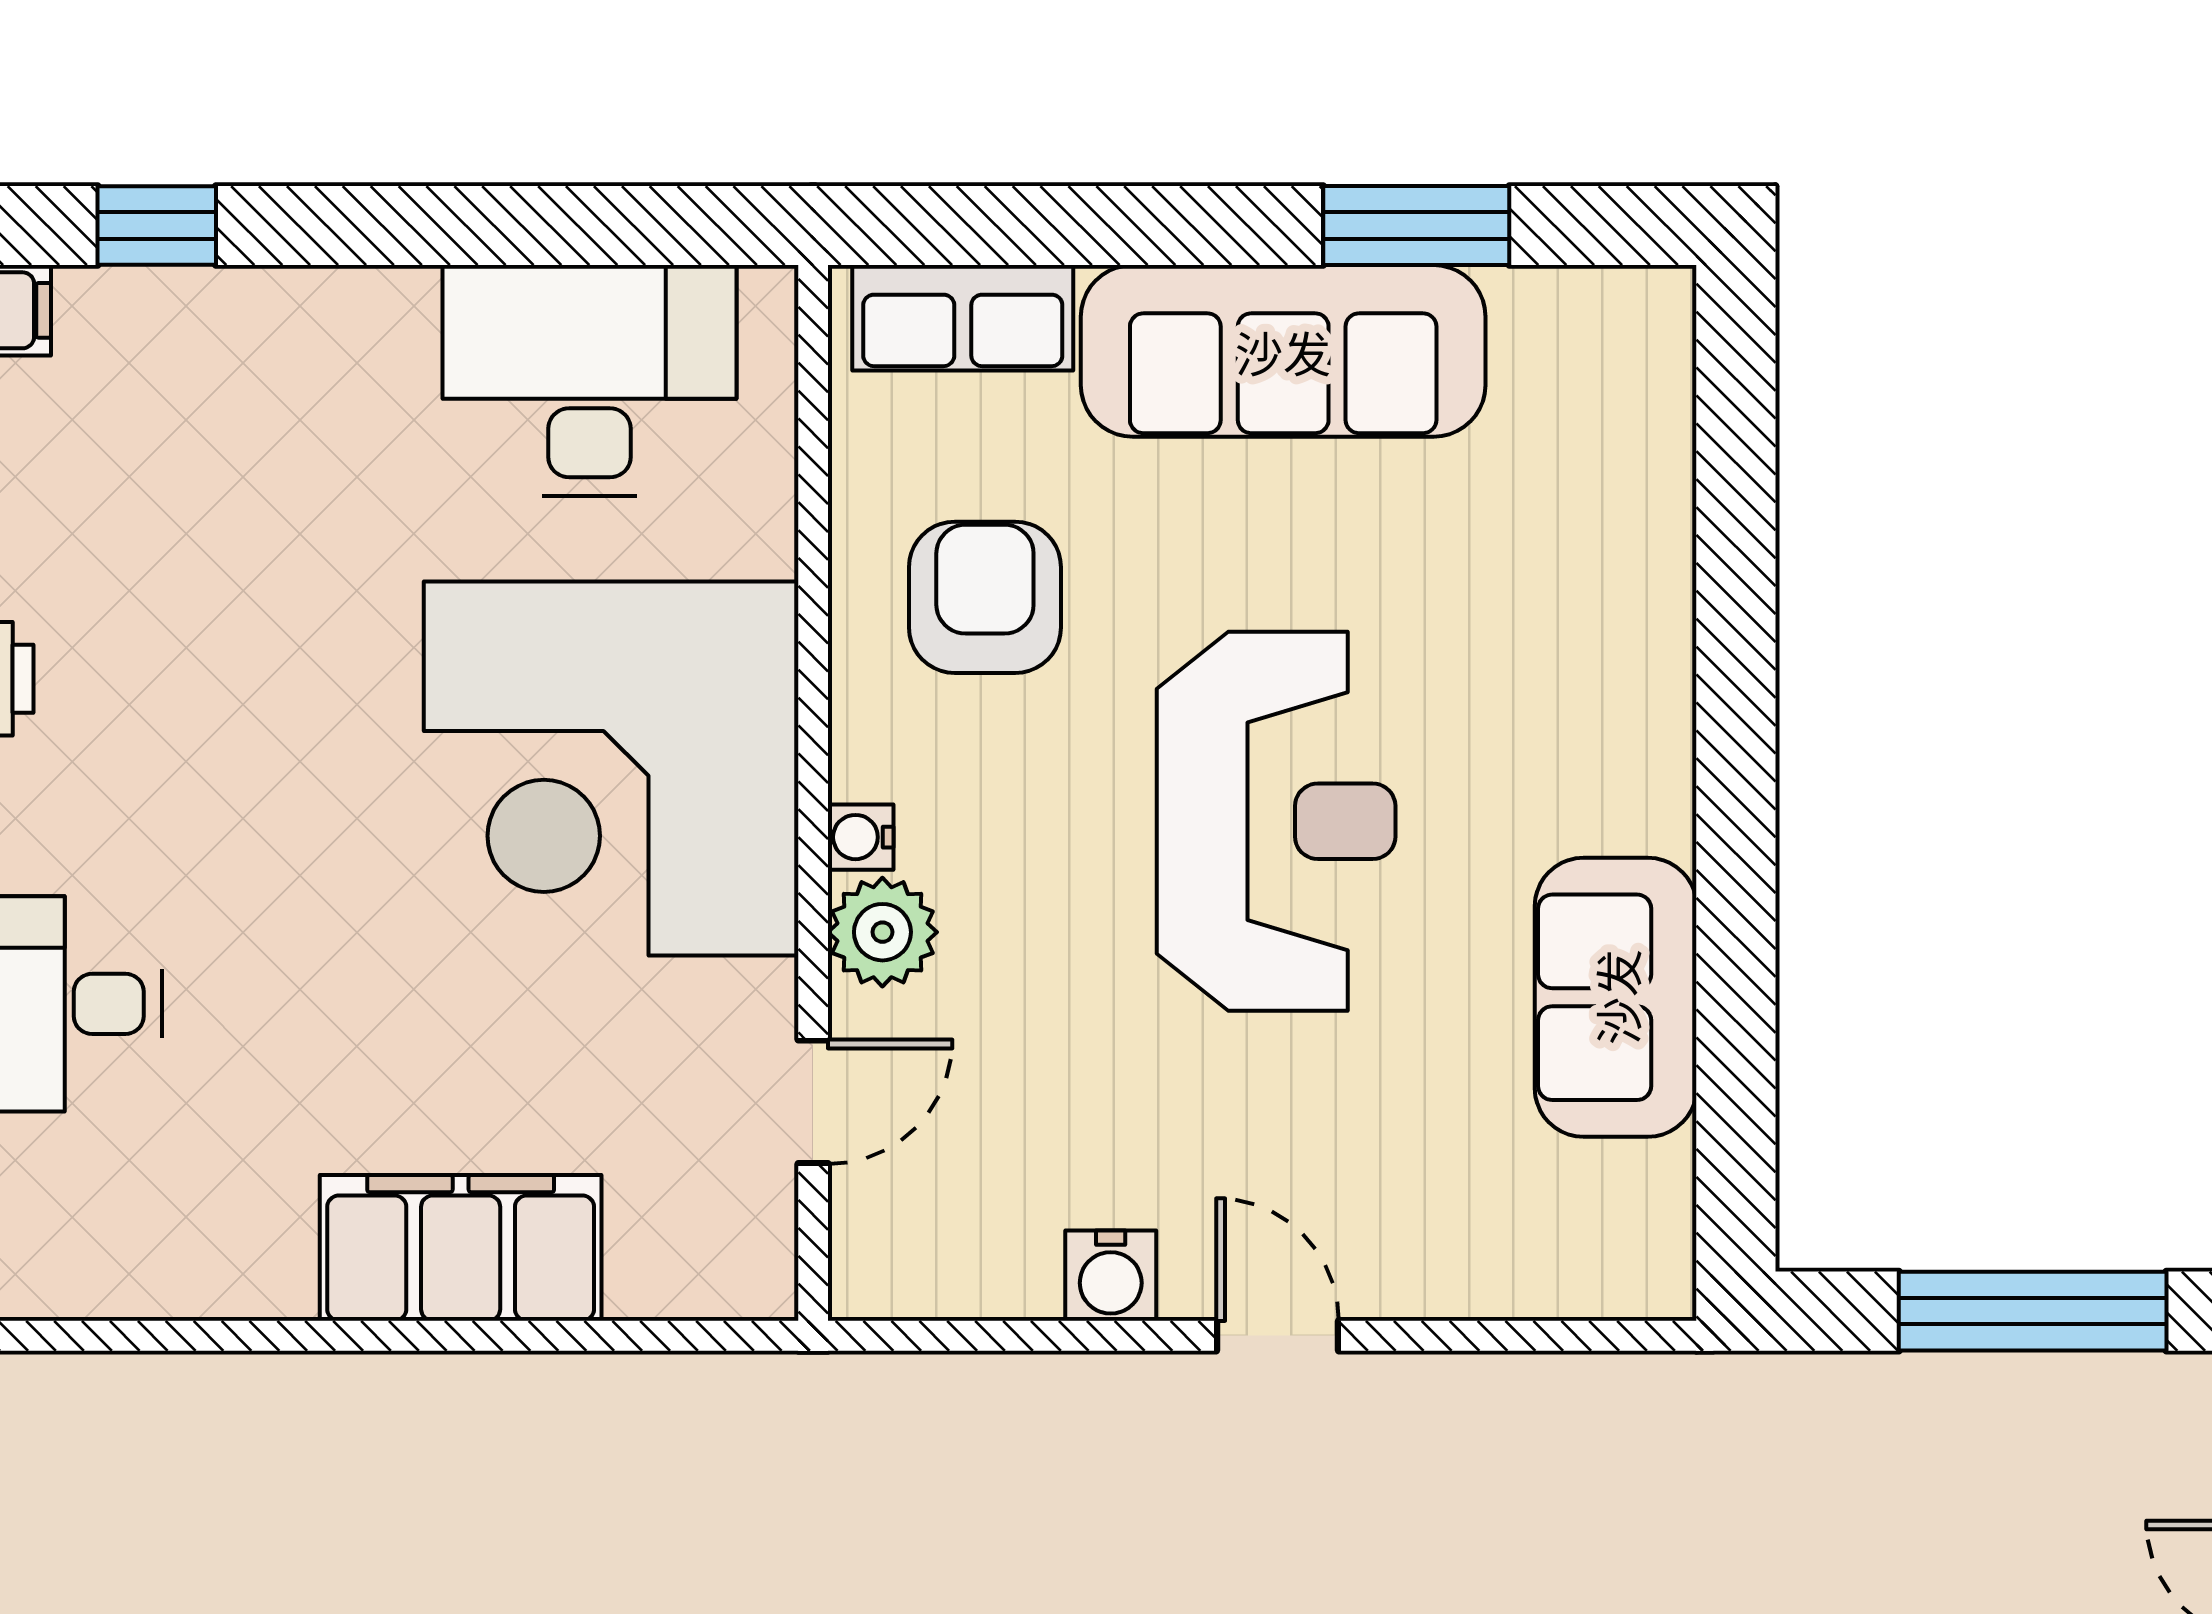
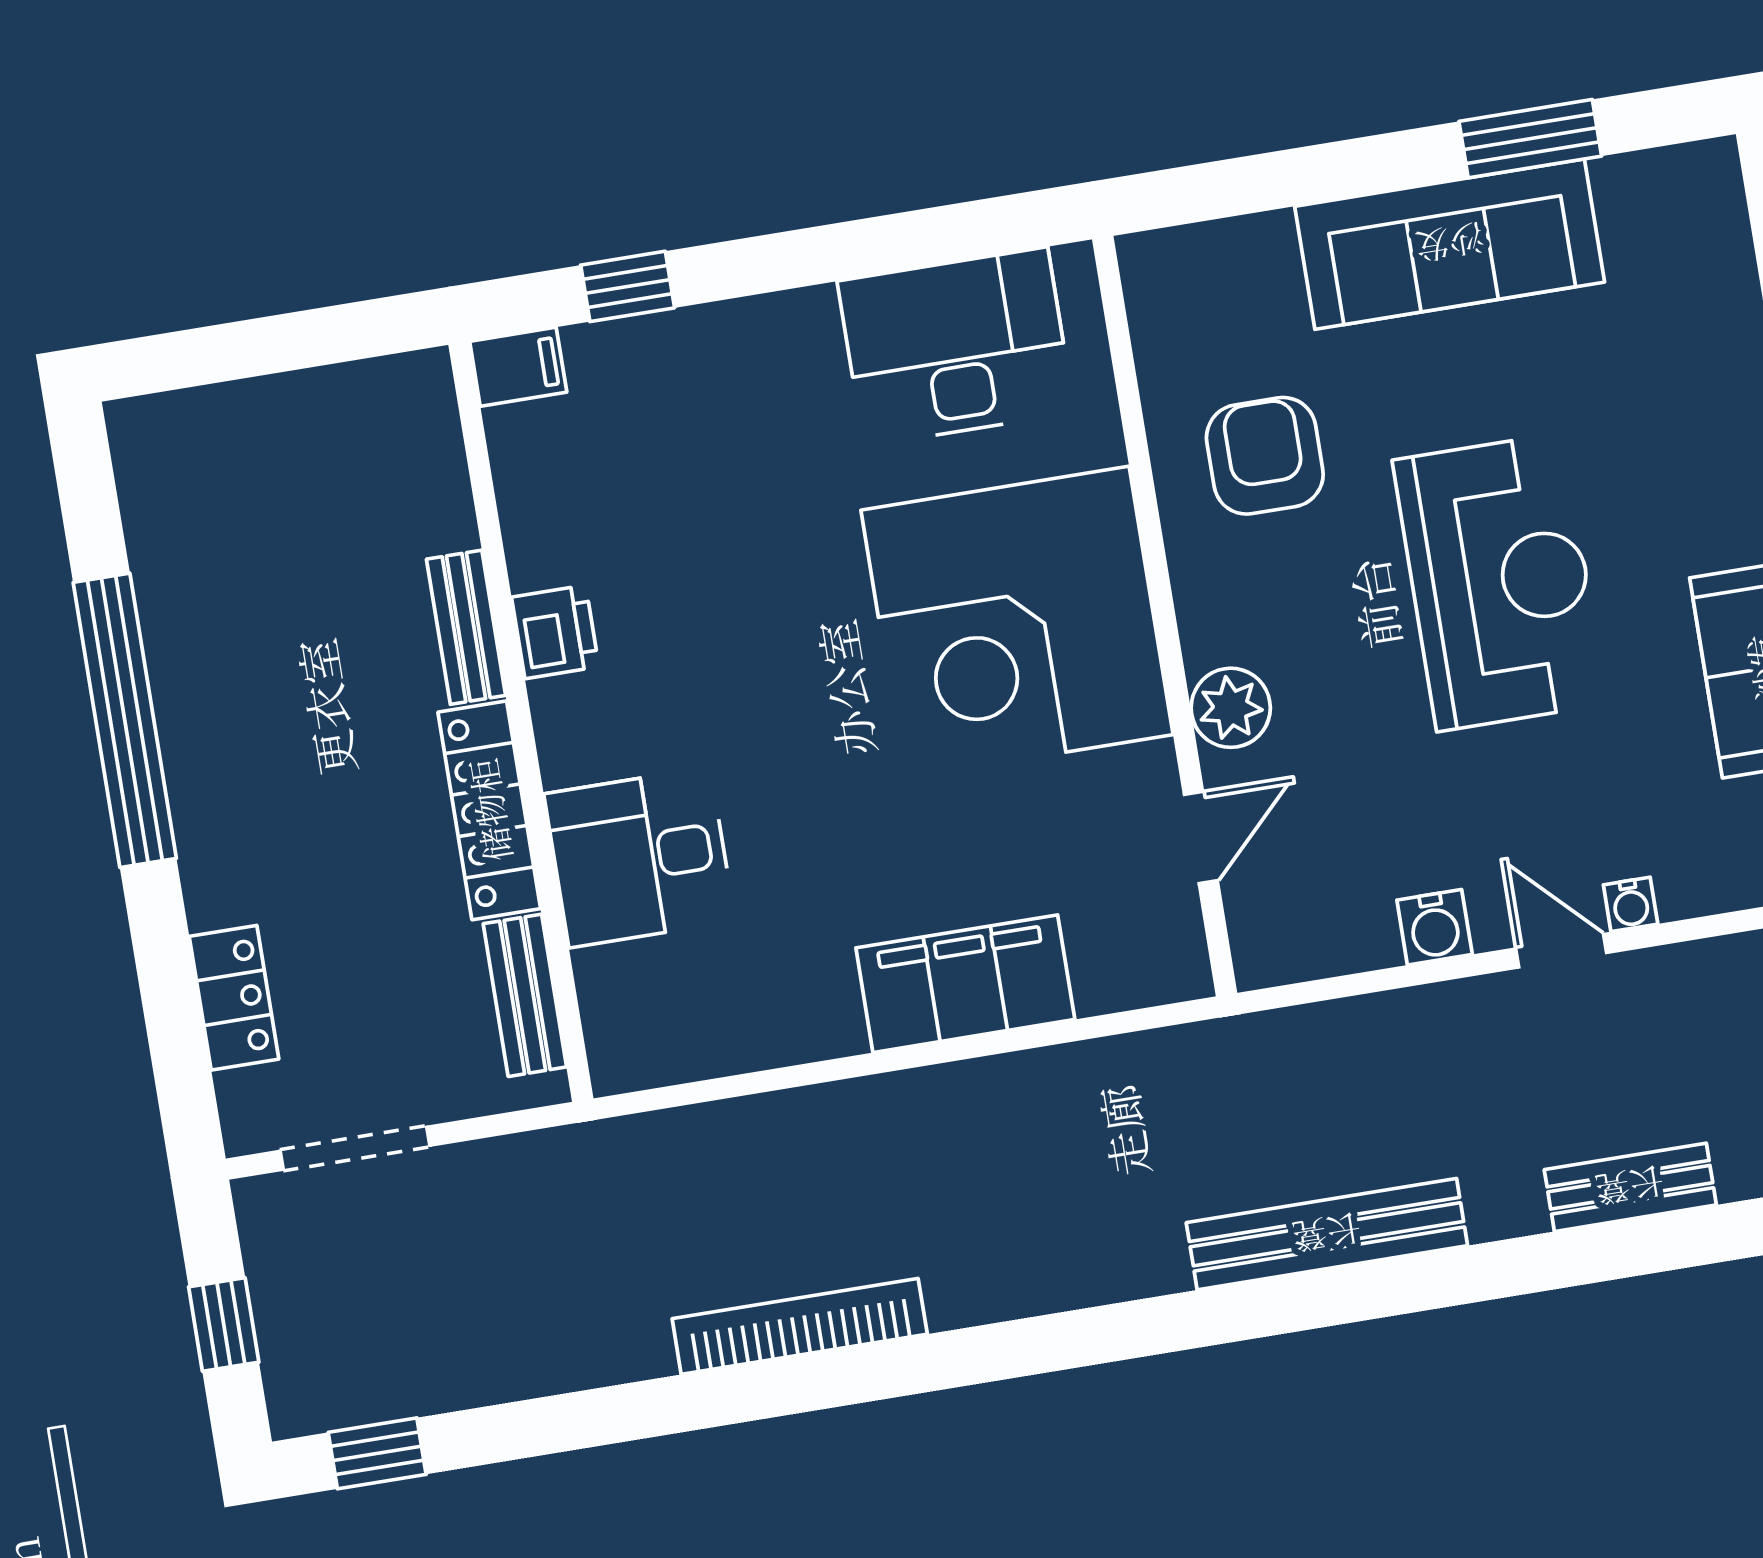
row of seats: (963, 318) -> (1216, 258), removed
water cooler: (861, 837) -> (1631, 904), moved, turned -90

